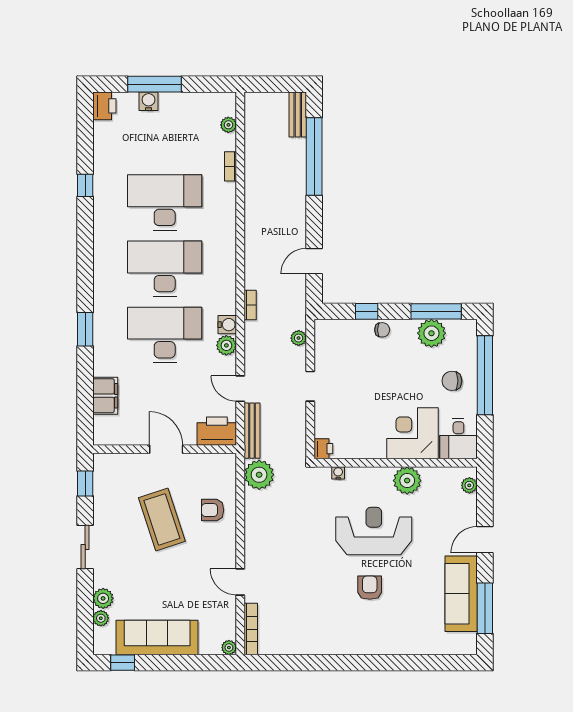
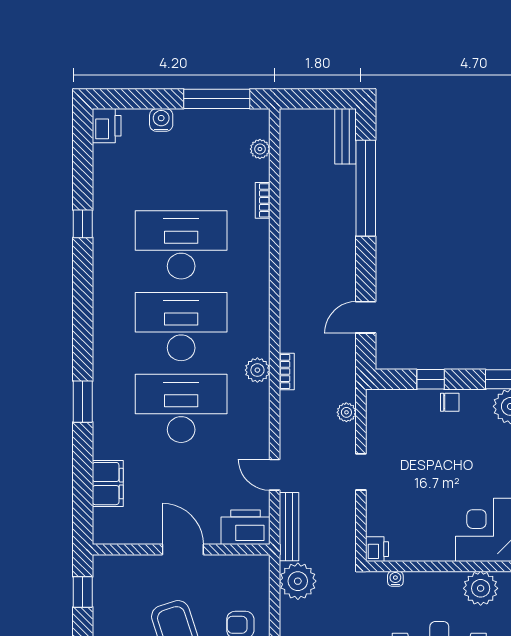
window: (155, 84) -> (217, 99), moved
water cooler: (227, 325) -> (258, 396), removed
plant: (226, 345) -> (257, 370), moved

